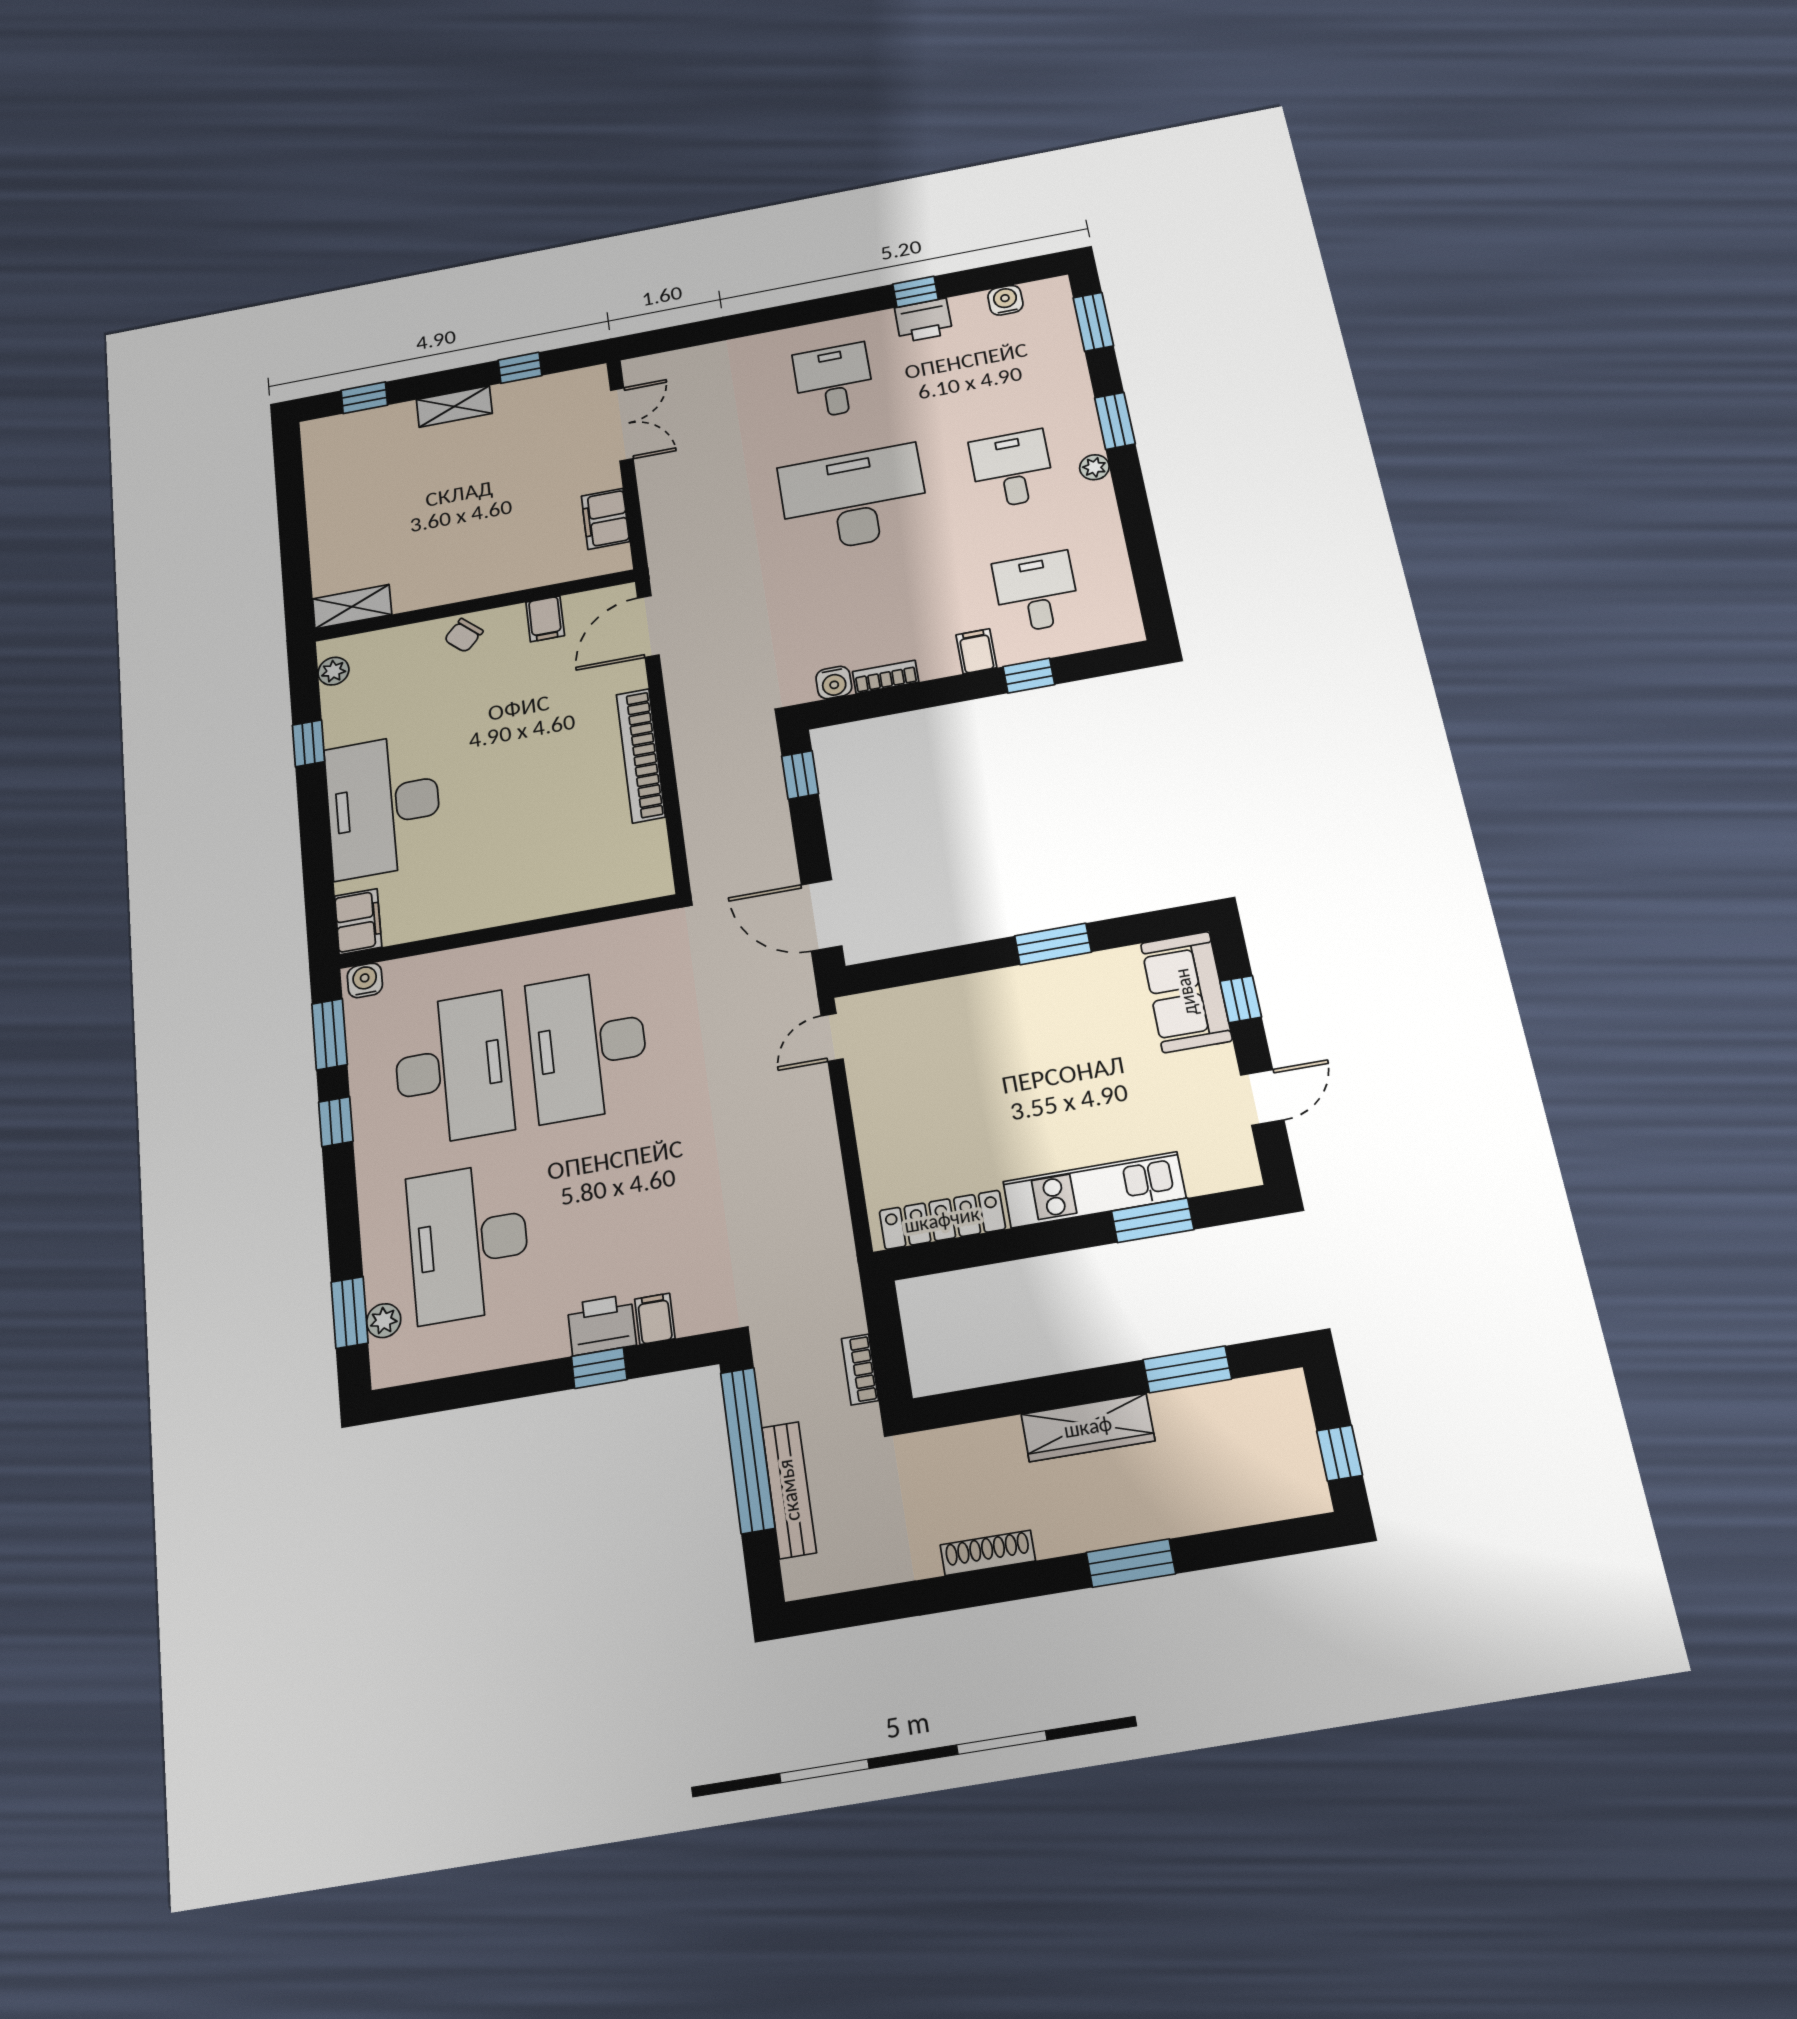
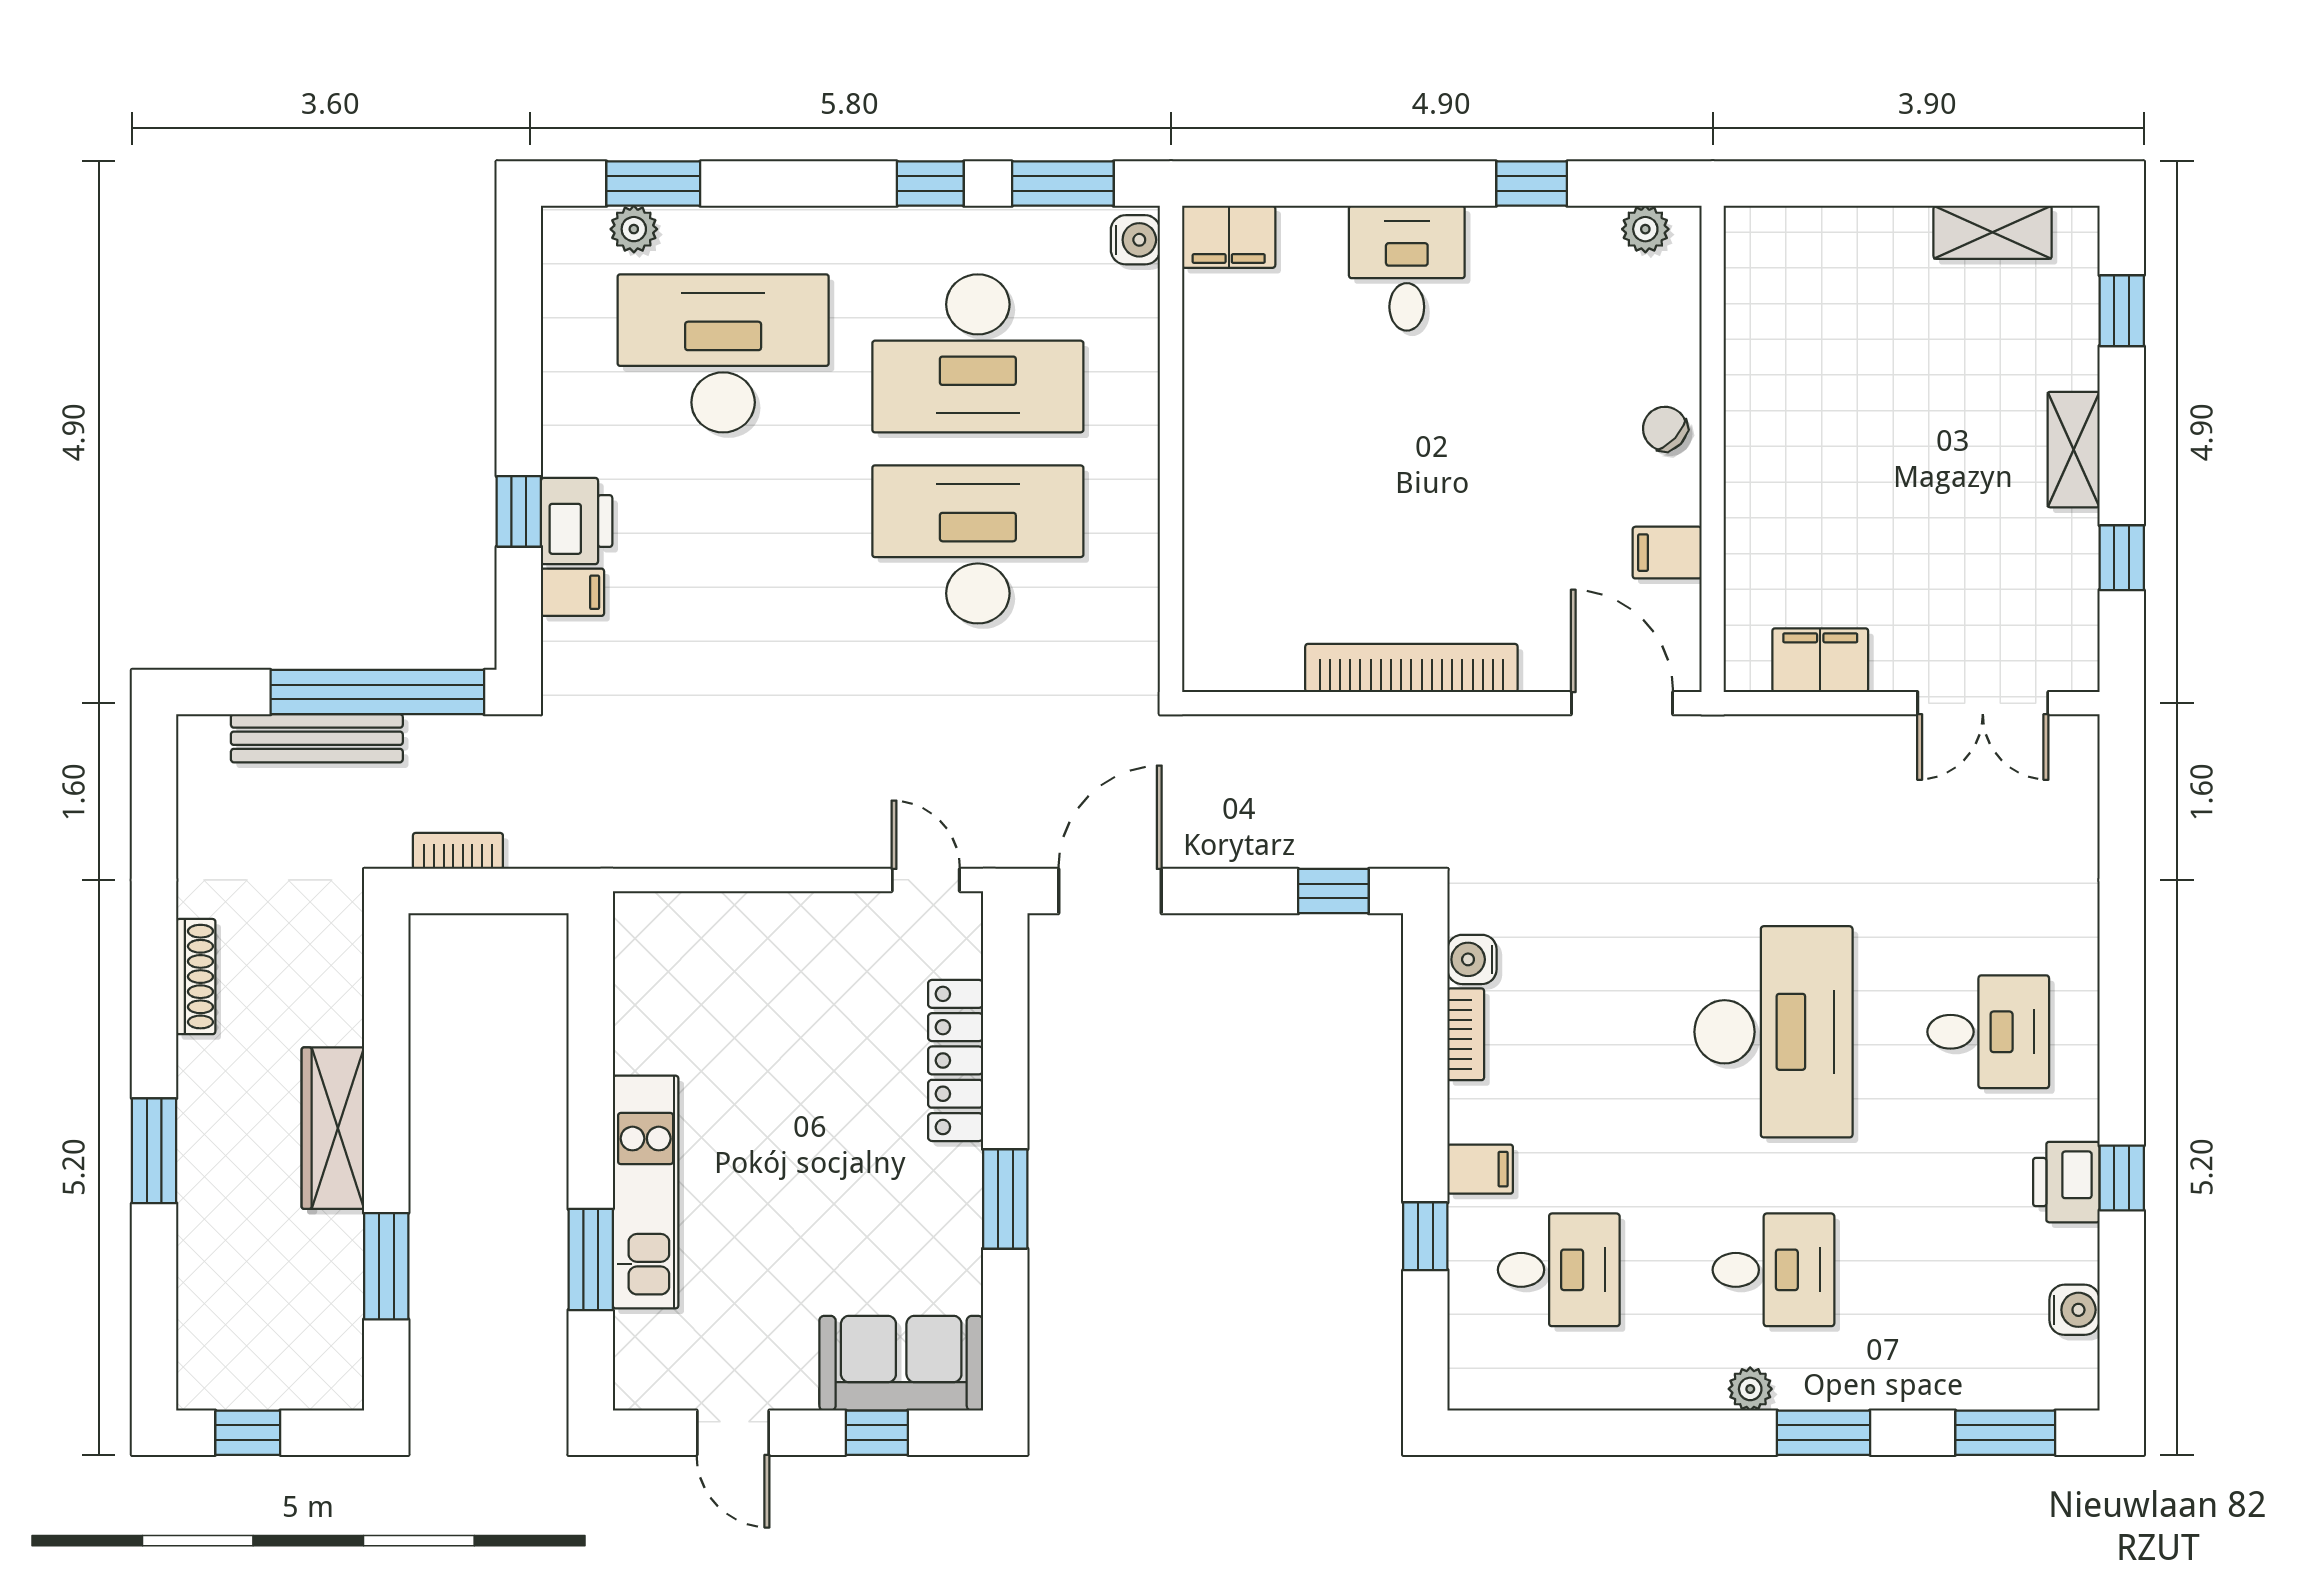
shelving: (352, 607) -> (1993, 232), moved, turned 90
desk: (383, 805) -> (1407, 268), width x0.53, depth x0.77
locker: (942, 1220) -> (956, 1060), moved, turned 180

